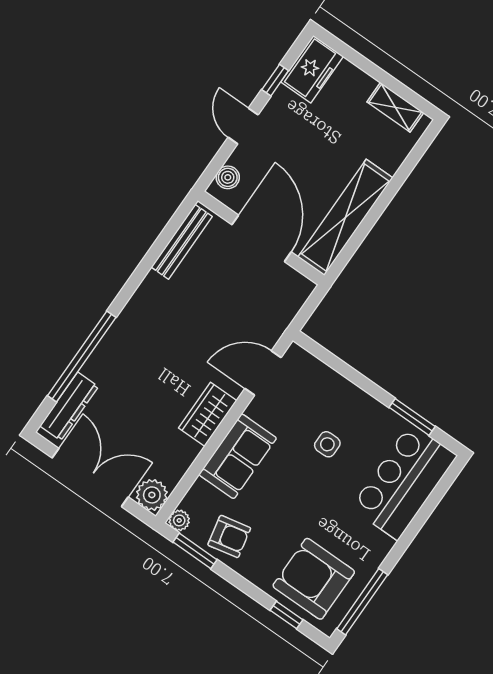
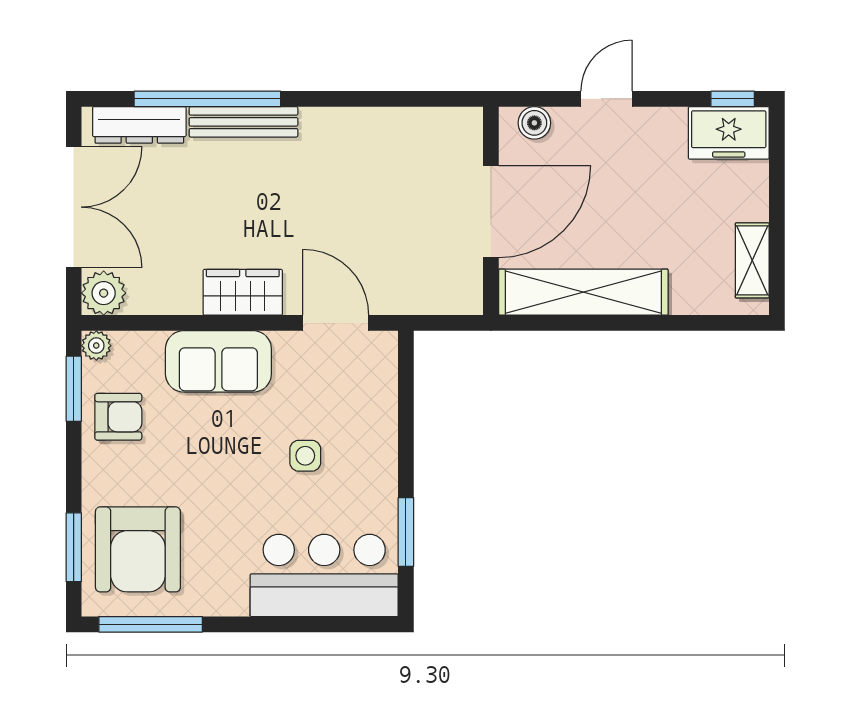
window: (275, 80) -> (733, 99), moved
bench: (182, 242) -> (243, 122), moved
armchair: (229, 536) -> (118, 417), turned -78
armchair: (314, 579) -> (138, 549), turned 180
window: (287, 615) -> (74, 547), width x1.50

